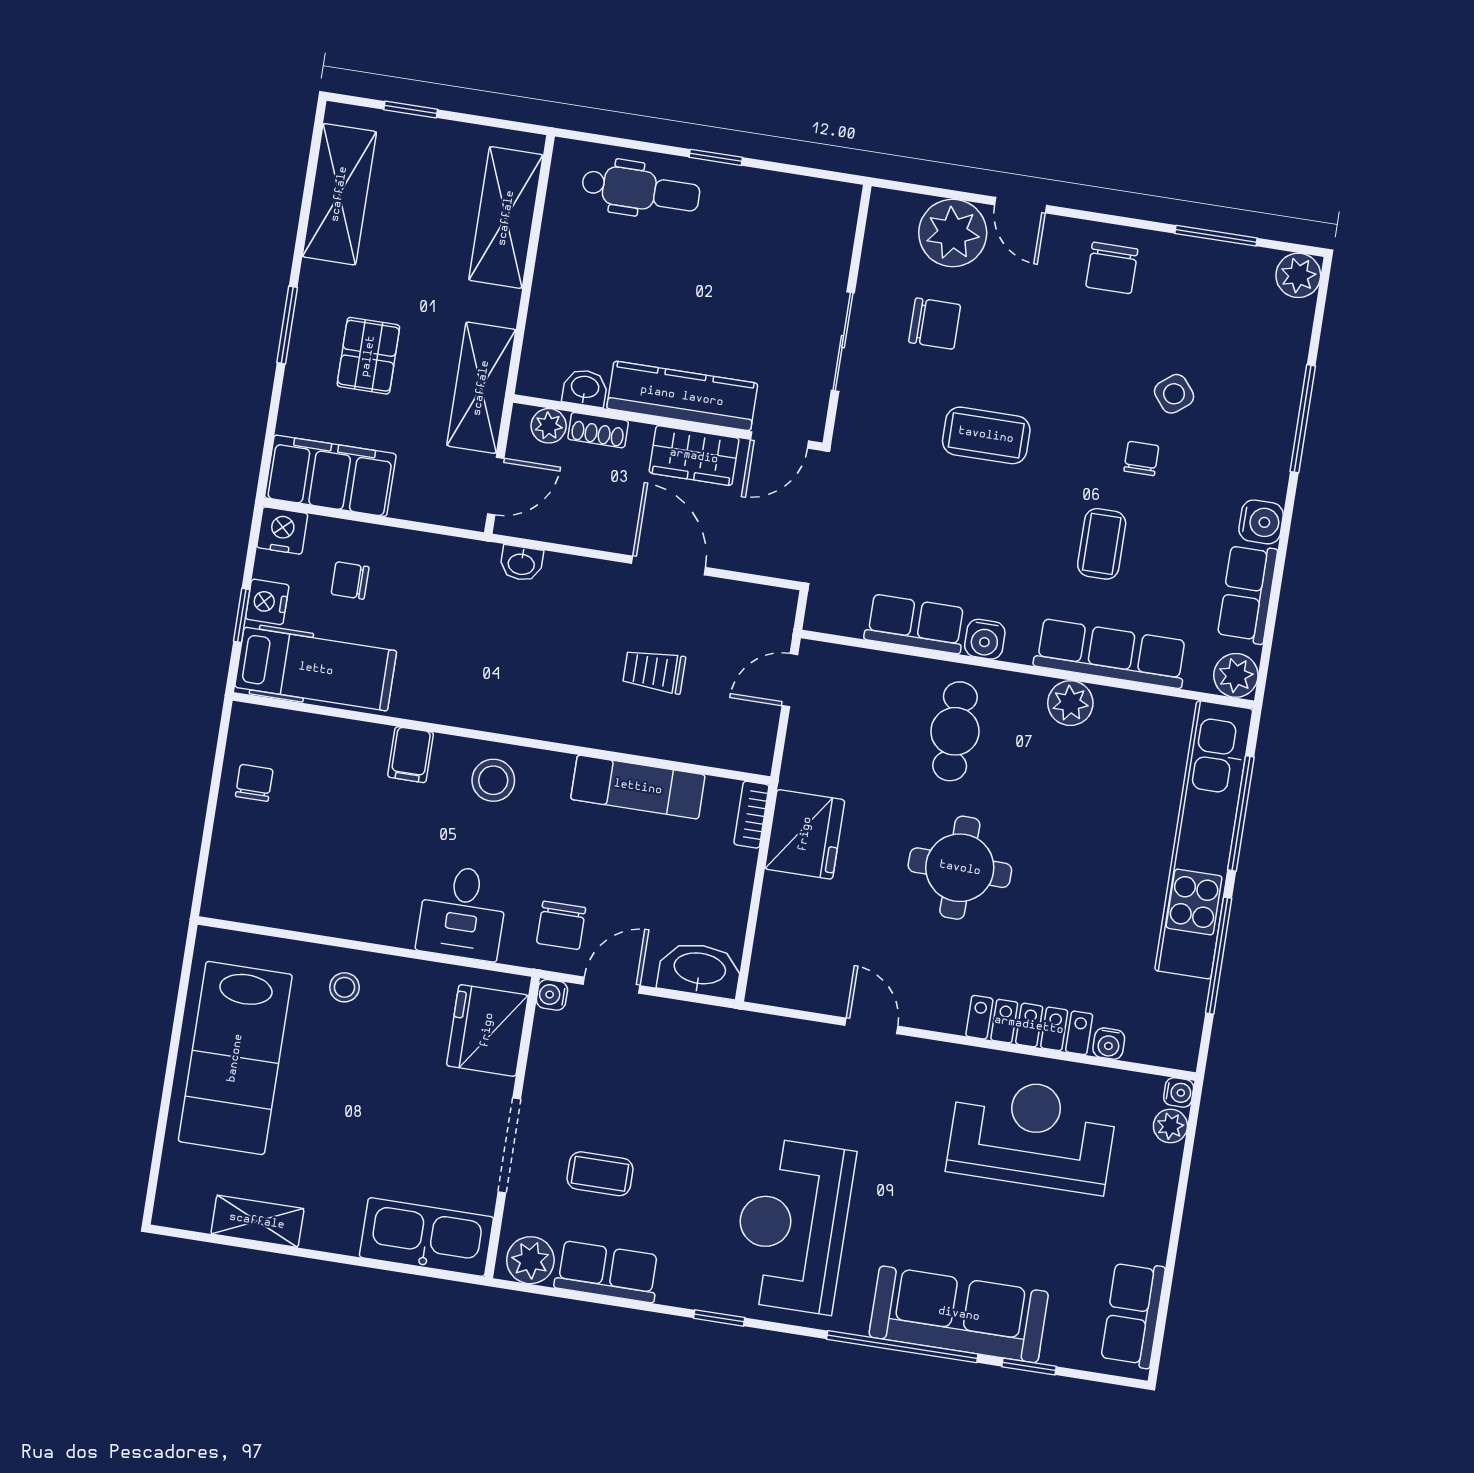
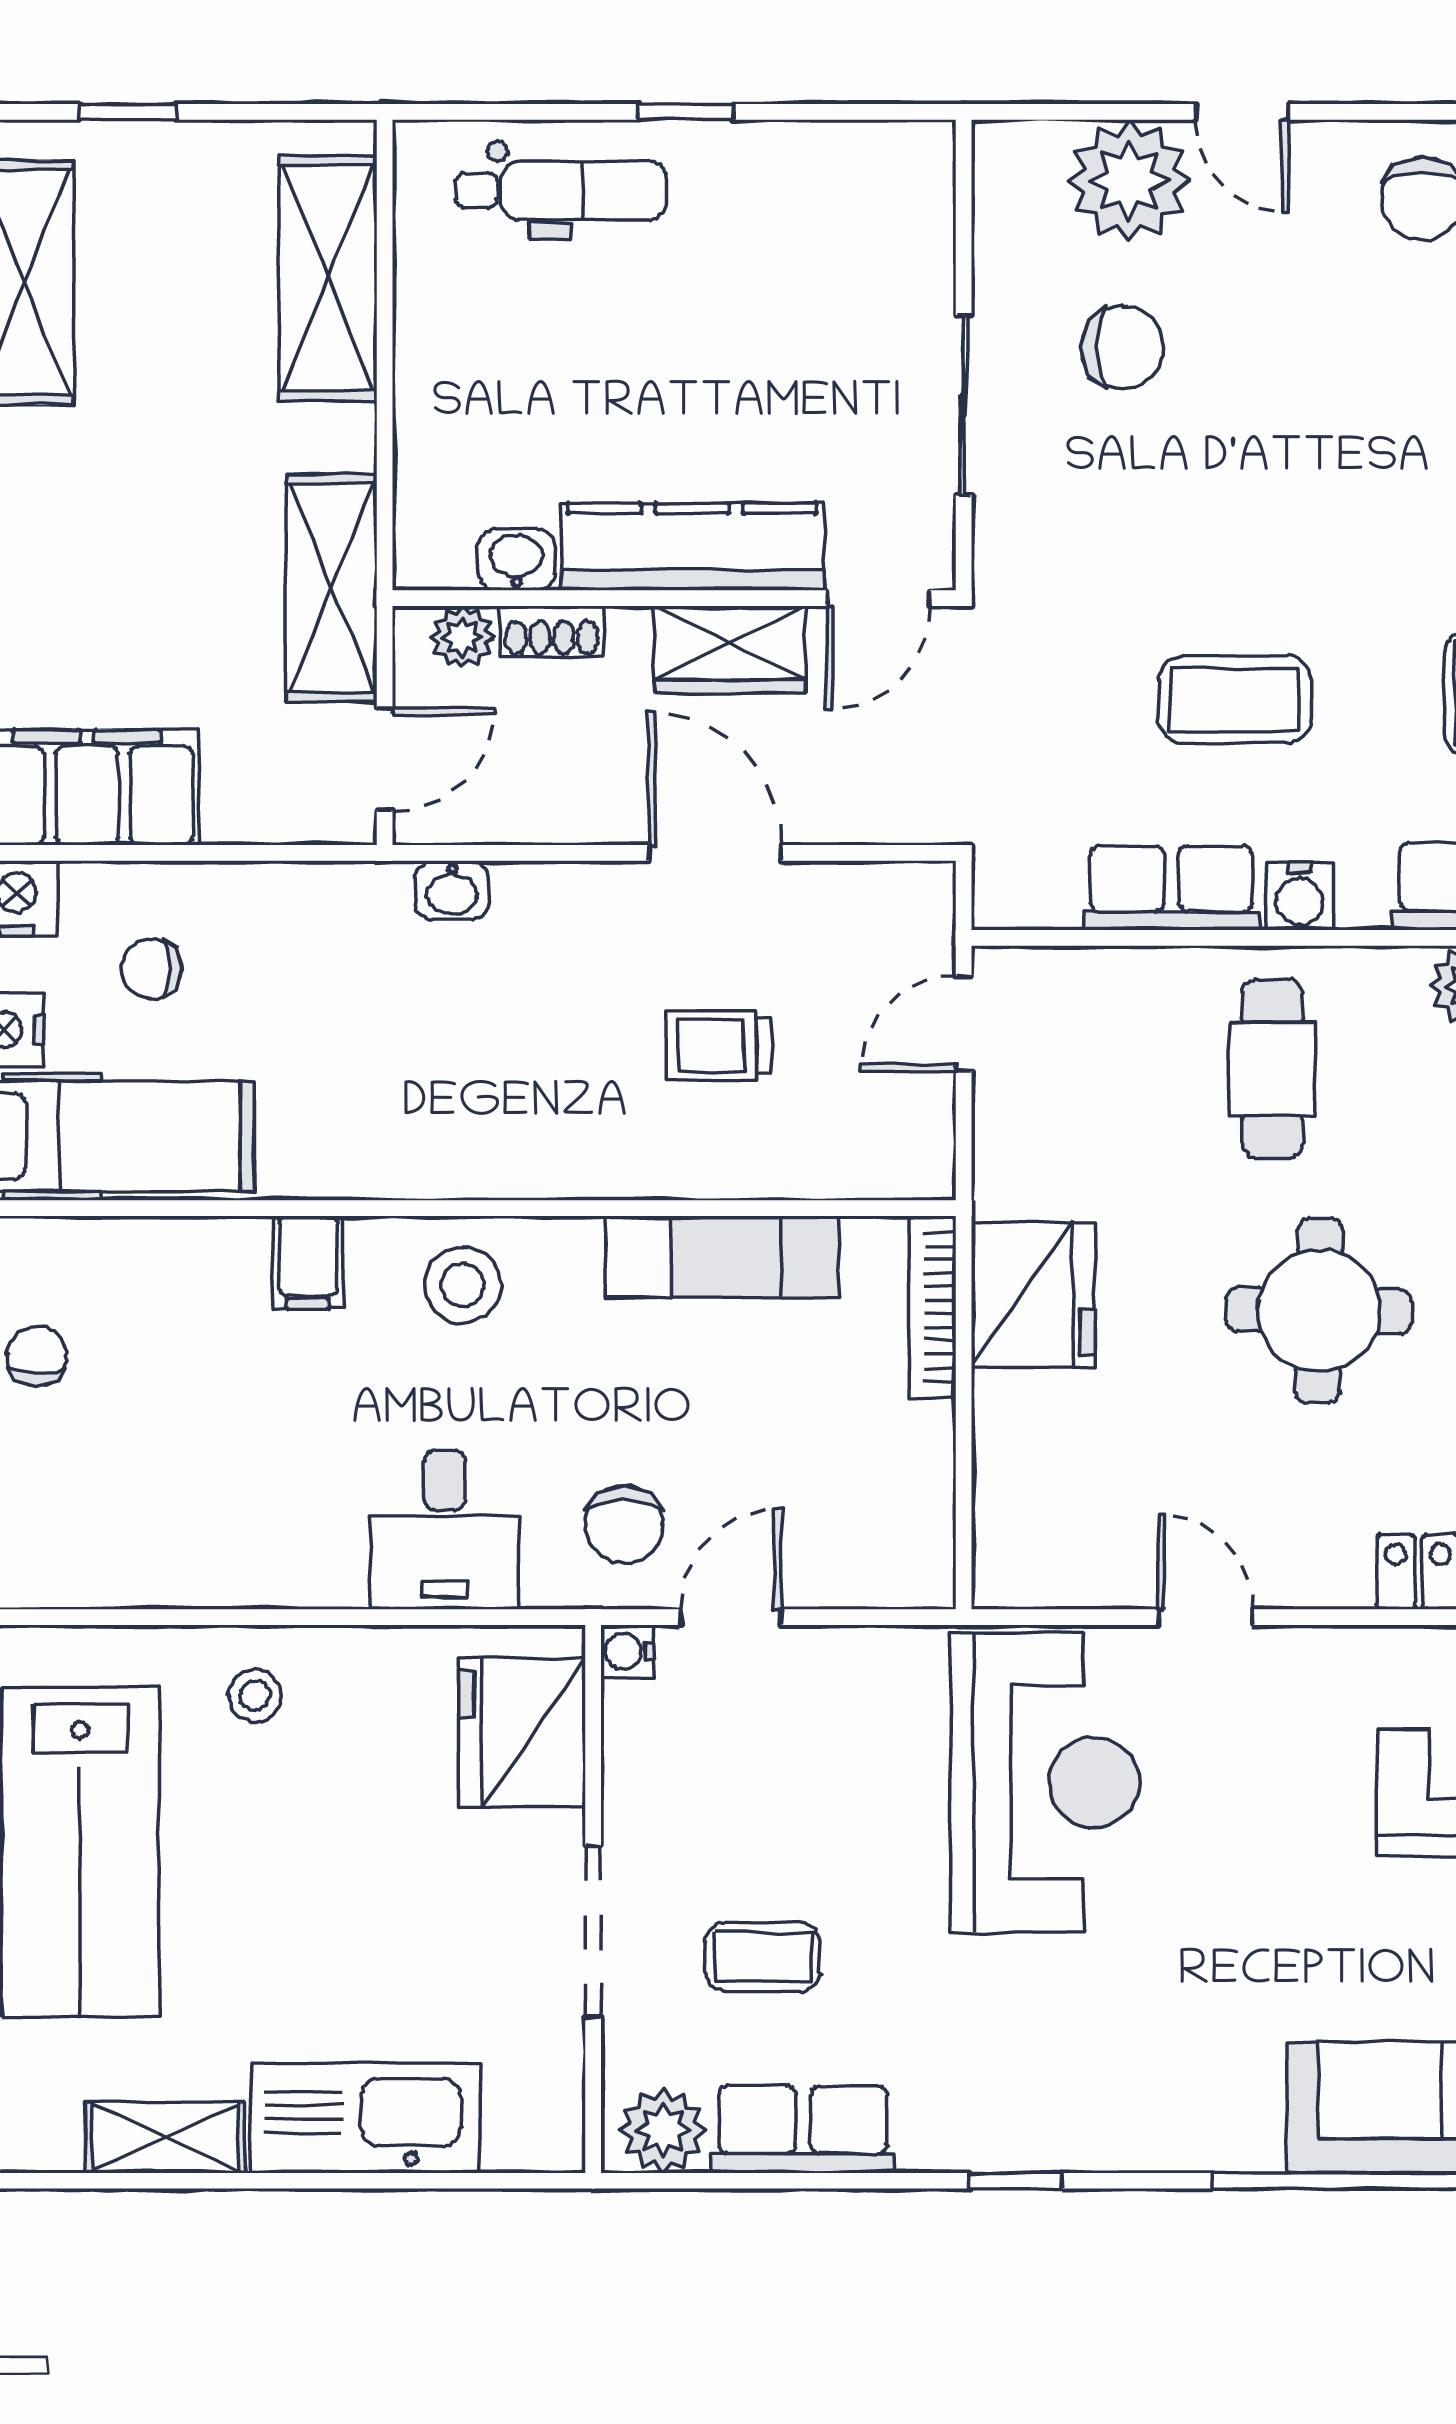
pallet: (368, 356) -> (121, 563), removed
coffee table: (986, 435) -> (1235, 700), moved
bookcase: (751, 815) -> (933, 1307), width x1.56
washbasin: (700, 970) -> (884, 1565), removed
reception desk: (792, 1226) -> (1045, 1782), moved, turned 180
kitchen sink: (426, 1237) -> (365, 2118), moved

